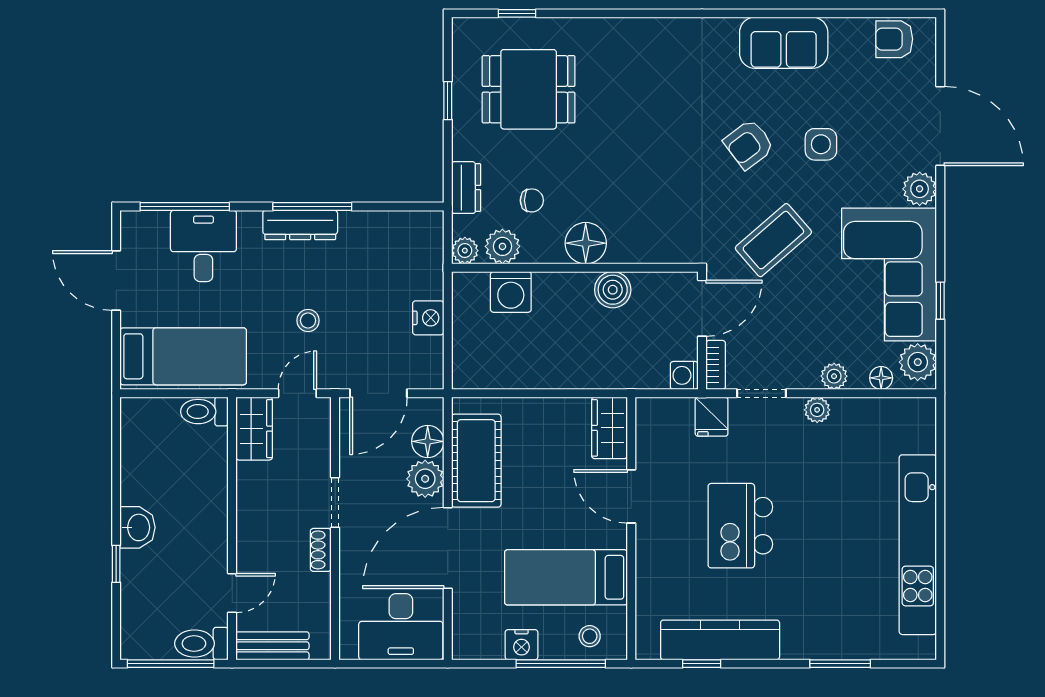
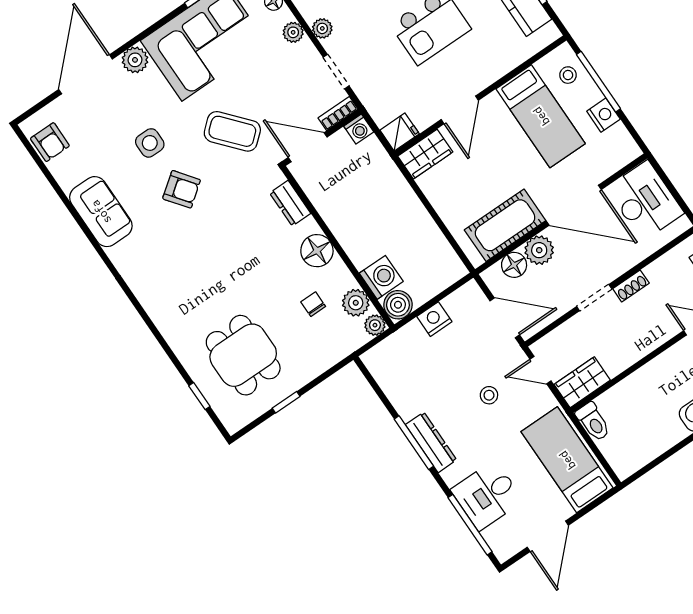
dresser: (466, 188) -> (290, 203), moved, turned -90
boiler: (613, 290) -> (398, 305), moved
fridge: (712, 417) -> (400, 132), moved

